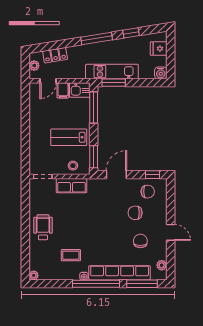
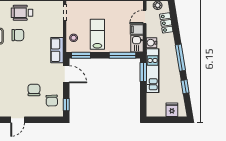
water cooler: (161, 73) -> (151, 43), moved
door: (48, 81) -> (145, 17), hinge flipped
row of seats: (71, 186) -> (57, 50), moved
wheelchair: (43, 227) -> (22, 13), turned 180
chair: (140, 241) -> (18, 35), moved

